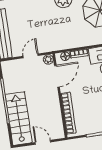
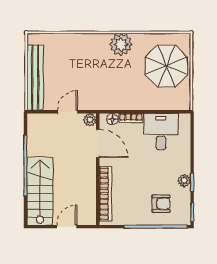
door: (57, 76) -> (98, 143), hinge flipped
door: (43, 142) -> (67, 227), hinge flipped

